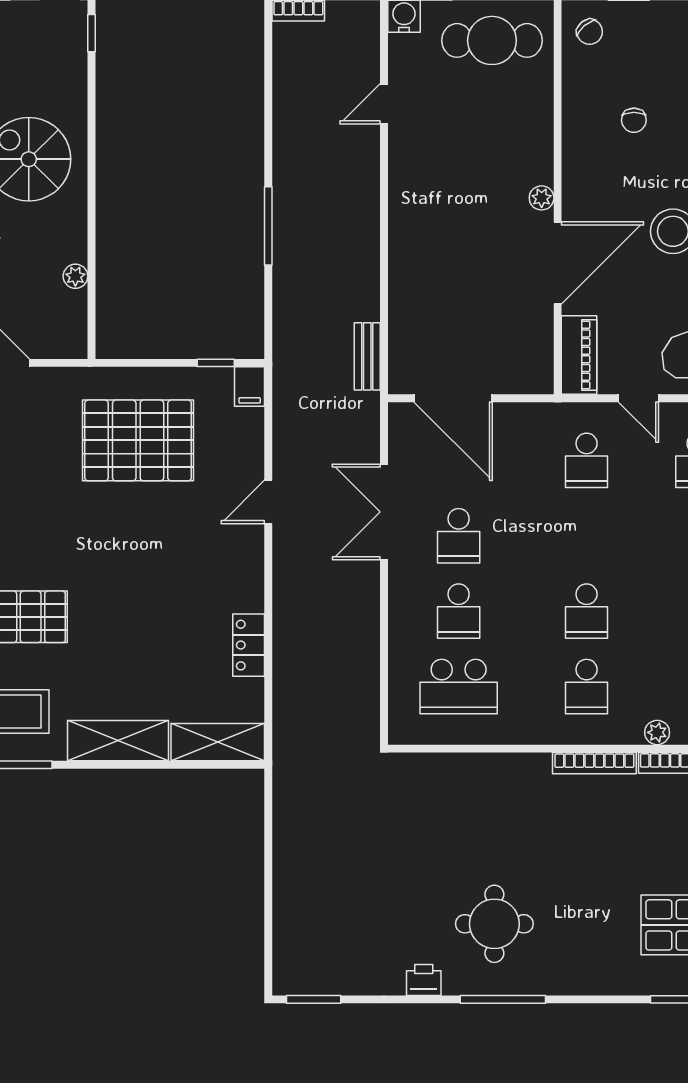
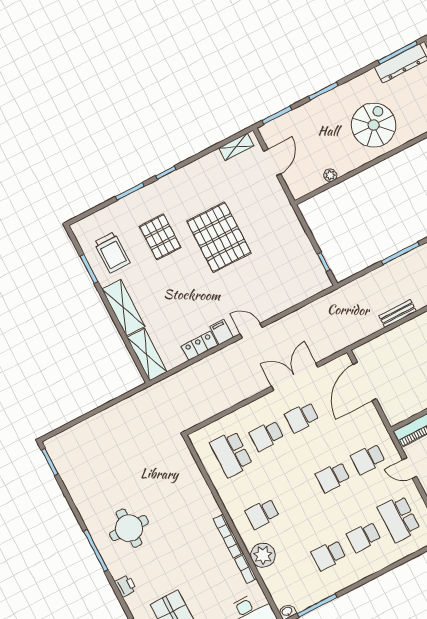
bench: (367, 356) -> (398, 313), moved
filing cabinet: (250, 387) -> (221, 332), moved, turned 90
door: (638, 398) -> (410, 468), hinge flipped
pallet: (138, 440) -> (219, 237), moved
door: (268, 502) -> (251, 331), moved
school desk: (587, 611) -> (333, 477), moved
plant: (657, 732) -> (263, 555), width x1.87, depth x1.87
printer: (424, 980) -> (126, 586), moved

